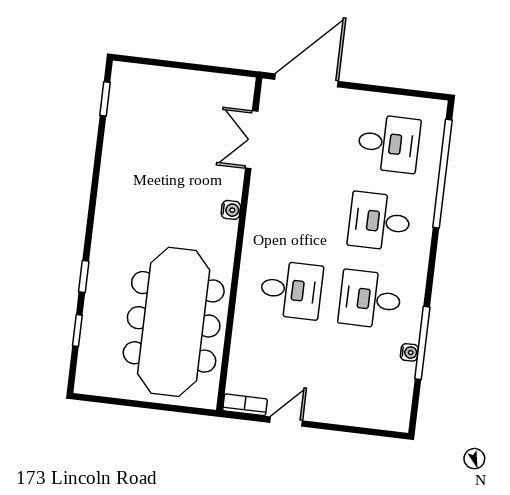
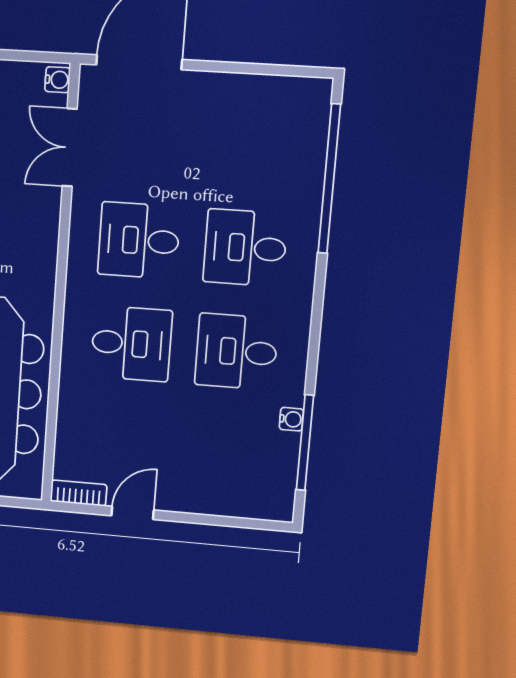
desk: (389, 143) -> (139, 240), moved, turned 180
water cooler: (231, 210) -> (58, 80), moved
window: (422, 343) -> (305, 443), moved

